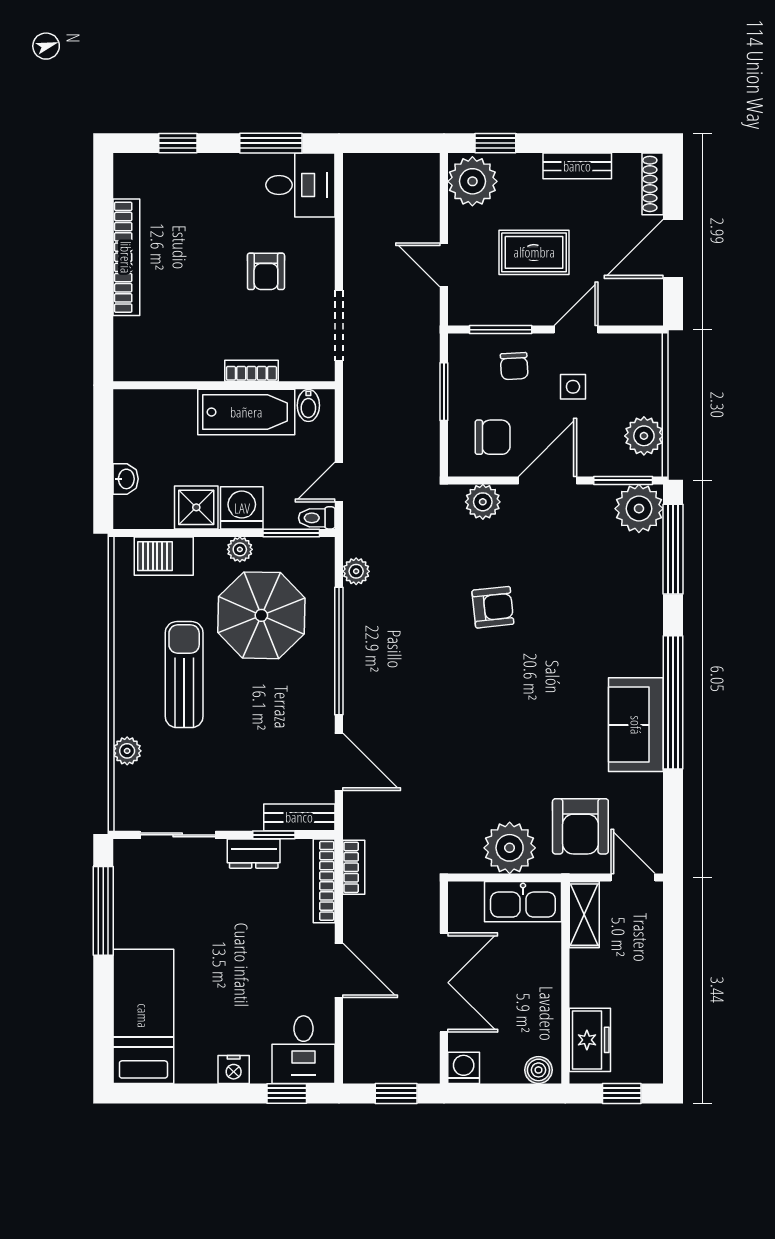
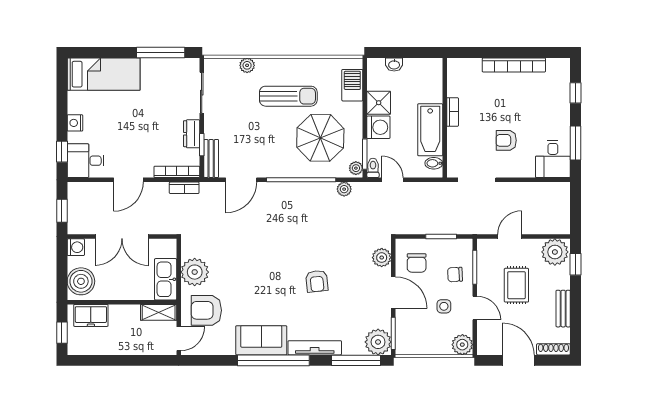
bookcase: (251, 371) -> (453, 112), moved
plant: (644, 436) -> (462, 345), moved
plant: (240, 549) -> (356, 168), moved
armchair: (493, 607) -> (317, 281), moved
tv unit: (650, 626) -> (315, 348), added
boiler: (538, 1070) -> (81, 281), width x1.86, depth x1.86

